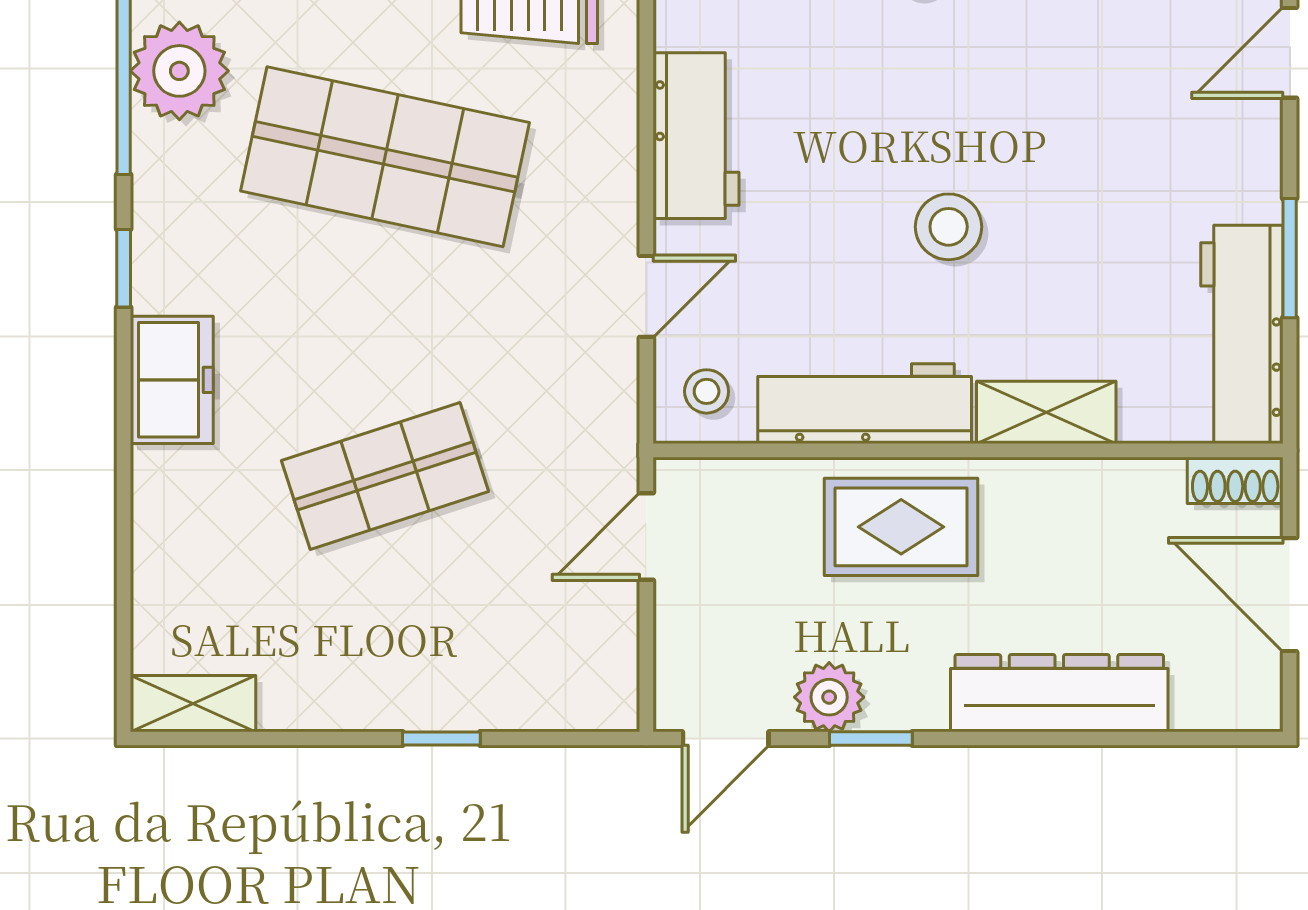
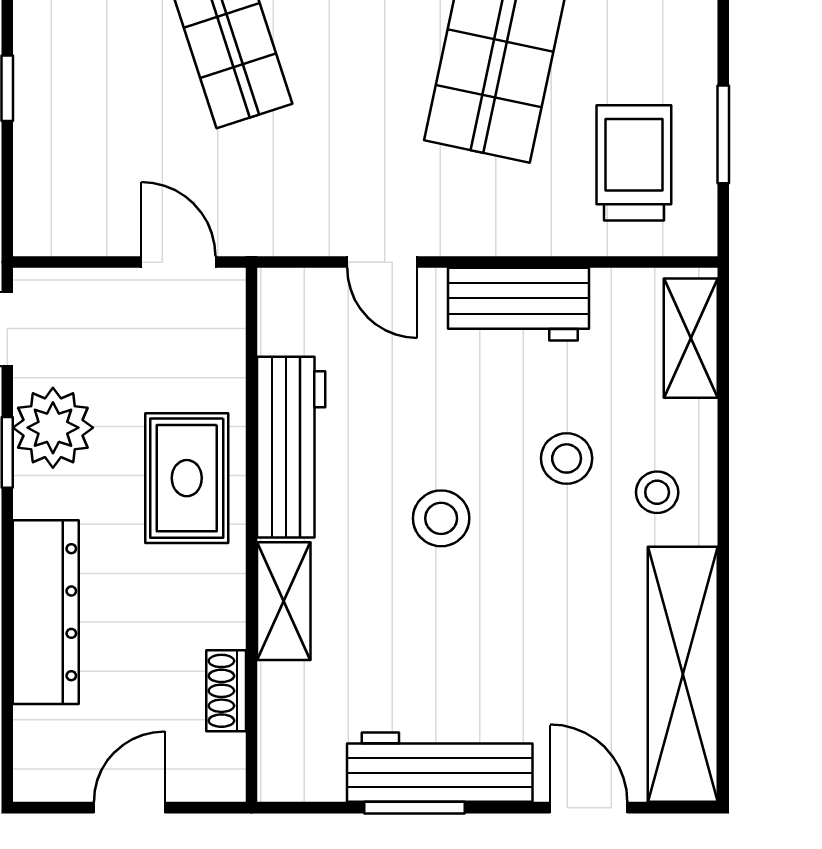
workbench: (1242, 334) -> (440, 767), moved
stool: (707, 391) -> (567, 458), moved, width x1.37, depth x1.37
shoe rack: (1235, 480) -> (226, 691), moved
door: (1290, 595) -> (129, 808), width x0.73
plant: (829, 697) -> (53, 428), width x1.36, depth x1.36

